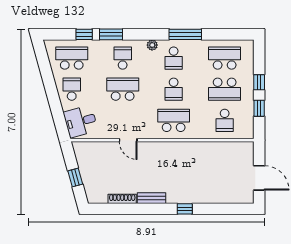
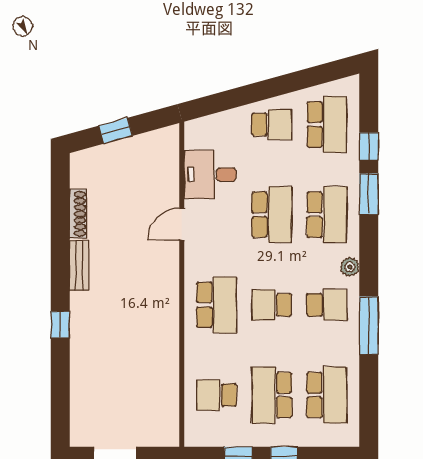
school desk: (123, 58) -> (327, 215), width x1.85
school desk: (174, 58) -> (327, 305), turned 180
desk: (81, 121) -> (210, 175), moved, turned -75

